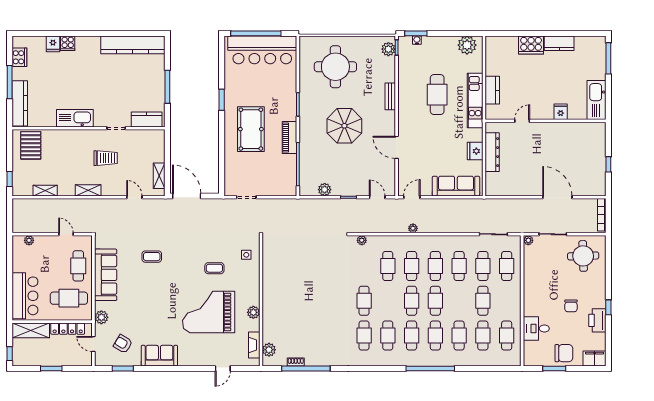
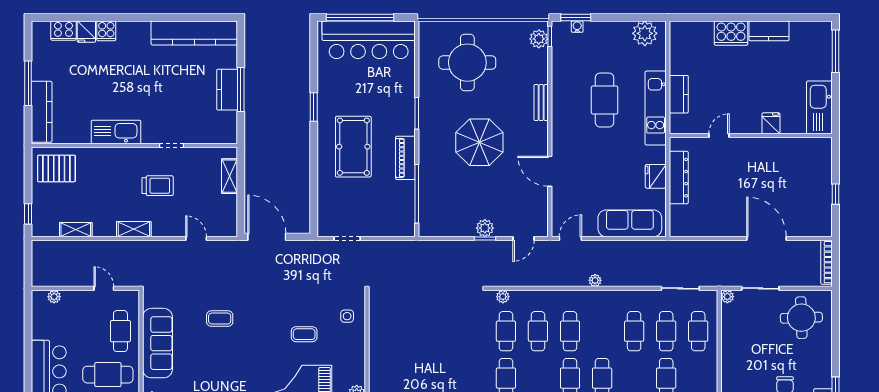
cooker: (19, 57) -> (63, 31), moved, turned 90
kitchen counter: (147, 119) -> (227, 90), moved, turned -90
pallet: (31, 145) -> (56, 168), turned 90
shelving: (159, 176) -> (230, 176), moved
plant: (325, 190) -> (485, 228), moved
door: (377, 197) -> (524, 239), swing flipped
plant: (413, 228) -> (595, 280), moved
cafe table: (435, 266) -> (506, 331), moved

